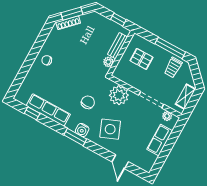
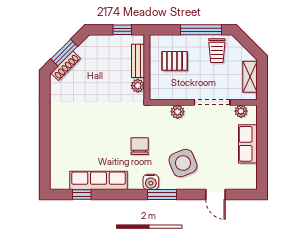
chair: (47, 60) -> (65, 123), removed
plant: (119, 95) -> (177, 112), width x0.53, depth x0.53
window: (75, 137) -> (162, 195), moved

